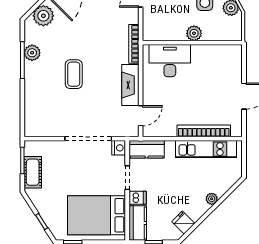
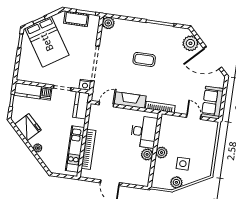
plant: (199, 52) -> (147, 154), added
plant: (32, 53) -> (108, 23), moved
door: (141, 116) -> (106, 104), swing flipped
bed: (97, 215) -> (47, 42), moved, turned 147
fridge: (183, 223) -> (28, 127), width x1.88, depth x1.34

